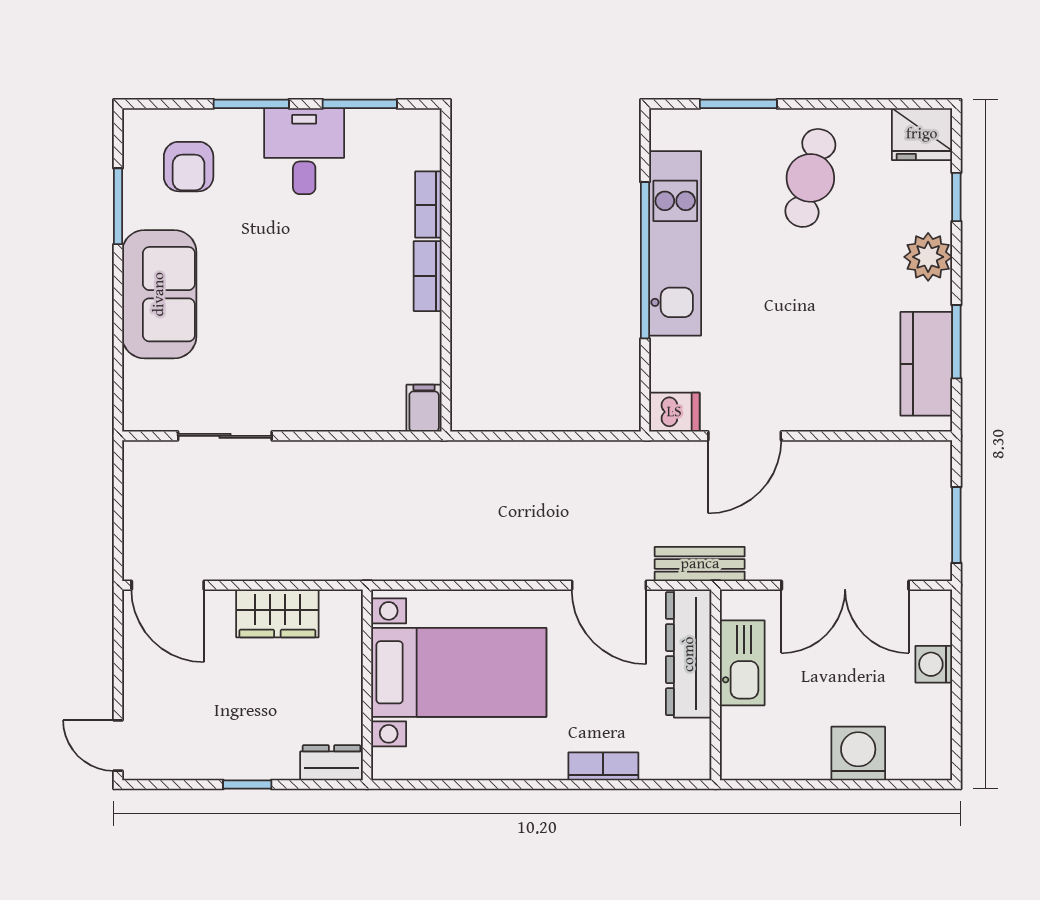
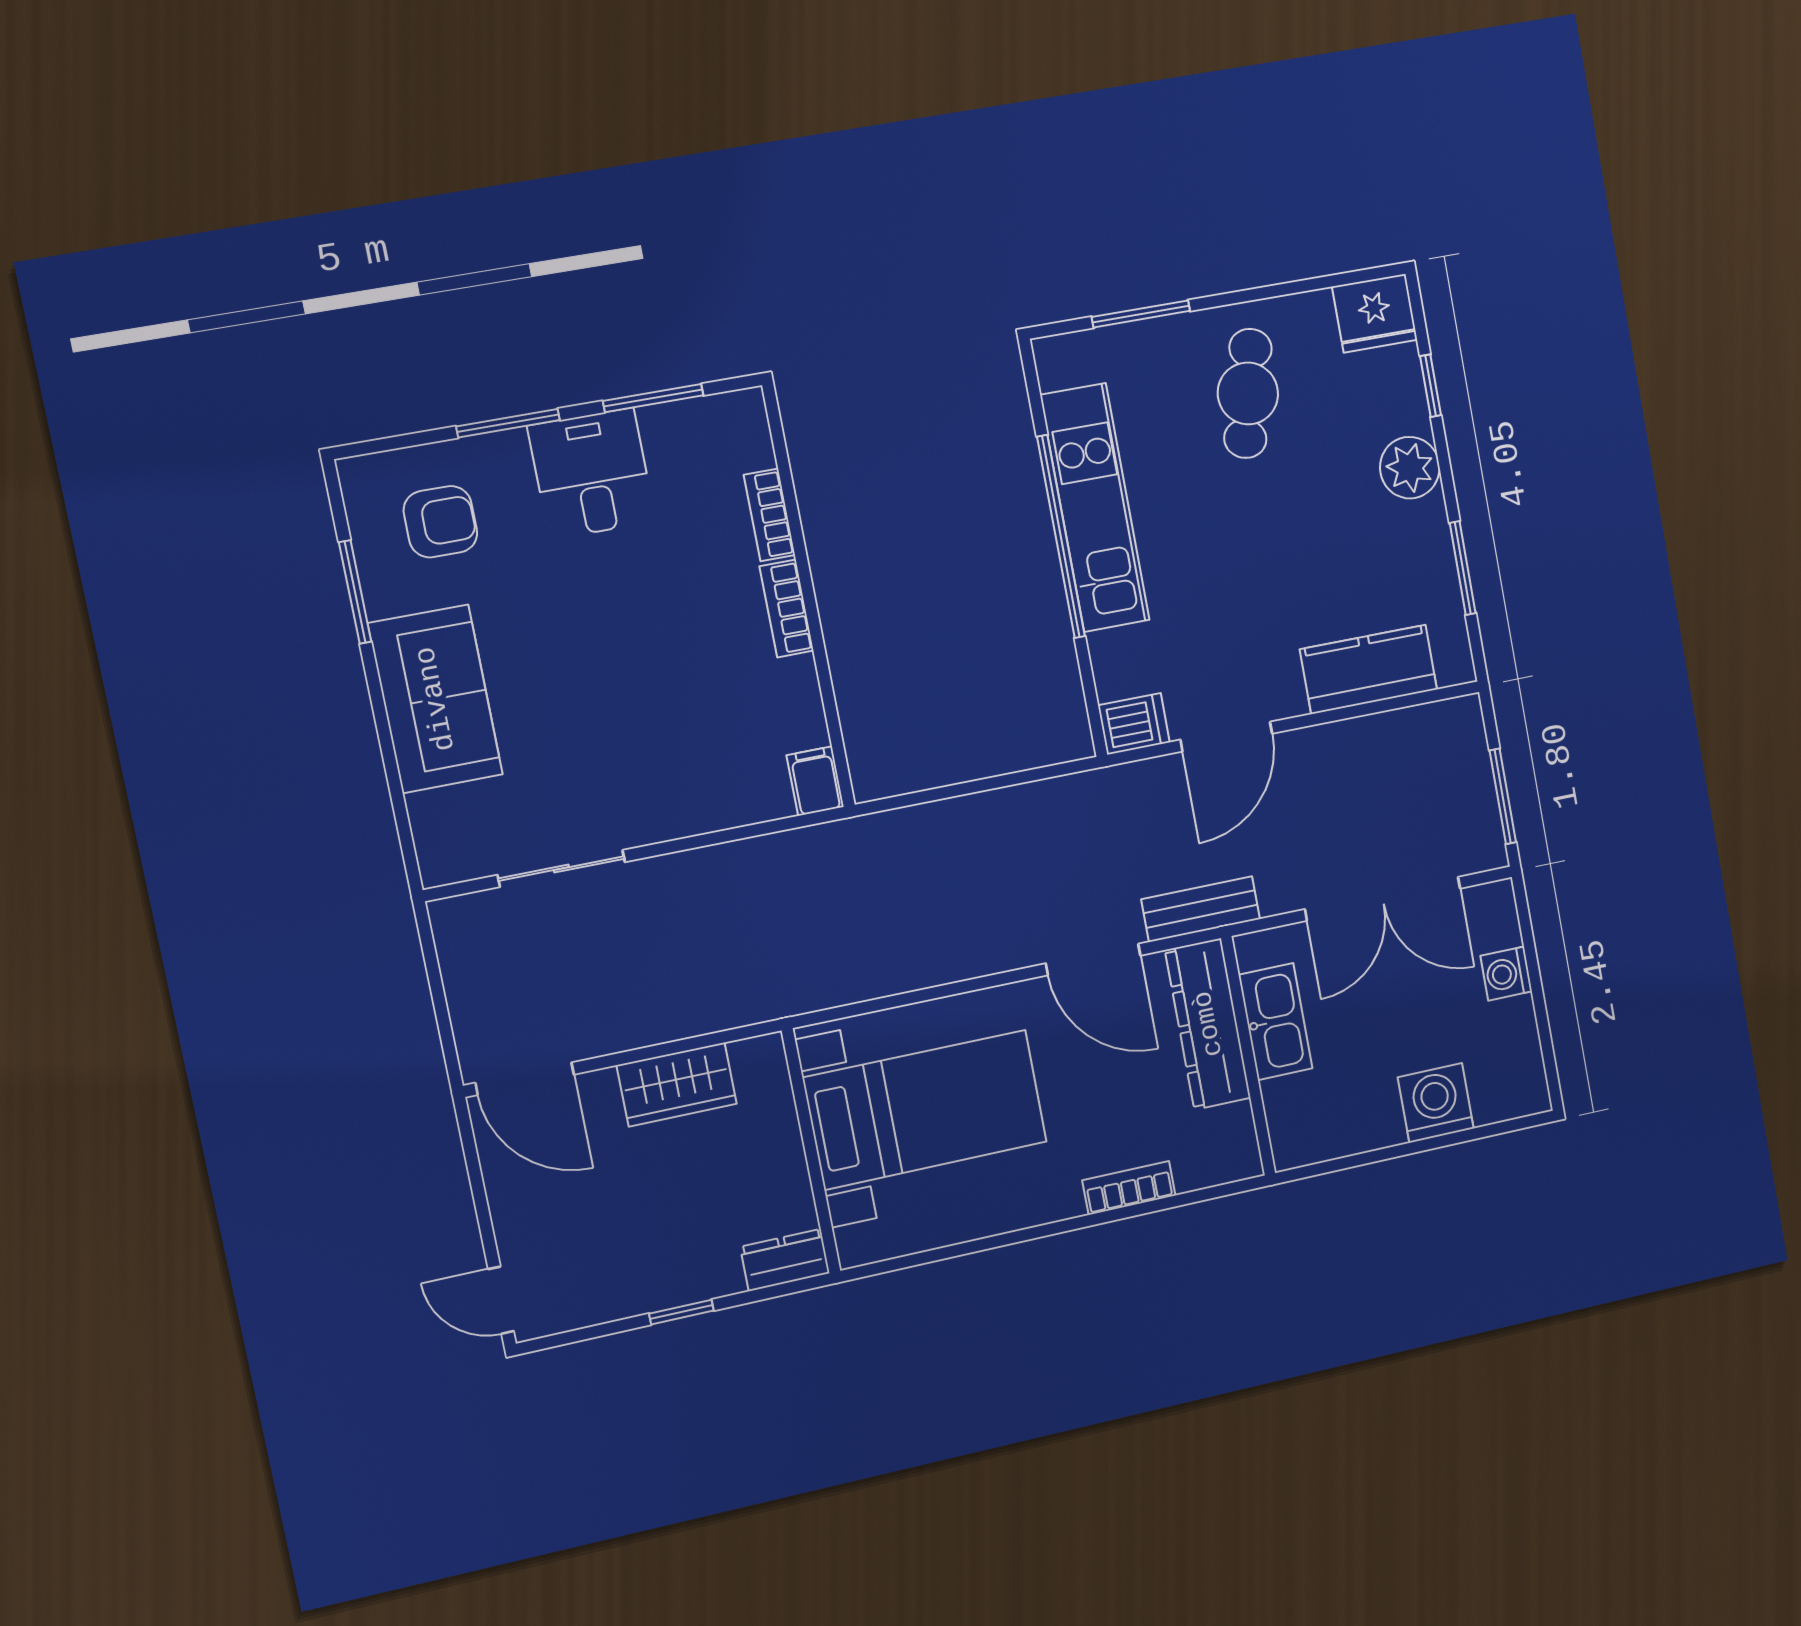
armchair: (189, 167) -> (440, 522), turned -90
kitchen counter: (926, 364) -> (1369, 669), moved, turned 90

